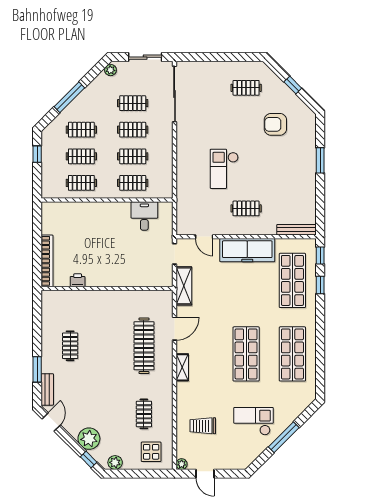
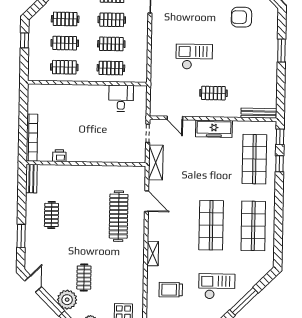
checkout: (224, 169) -> (194, 57), turned 90
freezer: (247, 250) -> (214, 129), width x0.73, depth x0.79
door: (175, 329) -> (147, 201), hinge flipped
shelving: (182, 367) -> (153, 254), moved
bench: (47, 389) -> (31, 179), moved
clothes rail: (144, 414) -> (84, 278), moved

